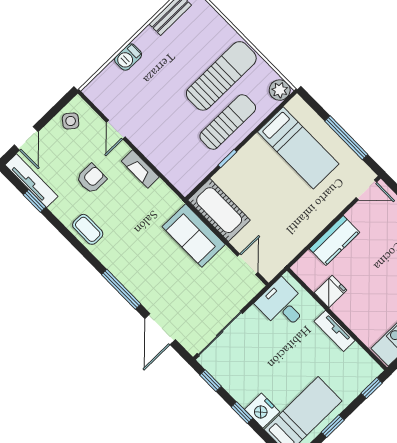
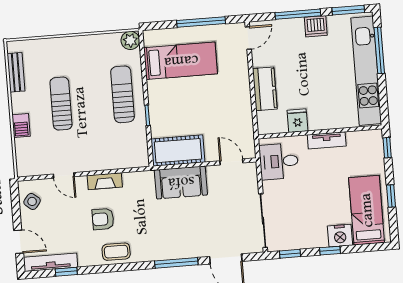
sun lounger: (221, 76) -> (61, 104), moved, width x0.73, depth x0.75
armchair: (91, 179) -> (103, 219), moved, turned -90

